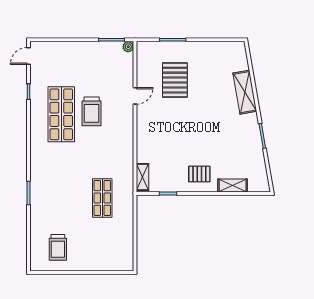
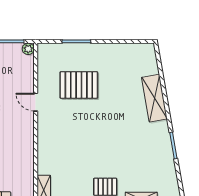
pallet: (175, 80) -> (79, 85), turned 90
door: (135, 96) -> (36, 102), swing flipped

